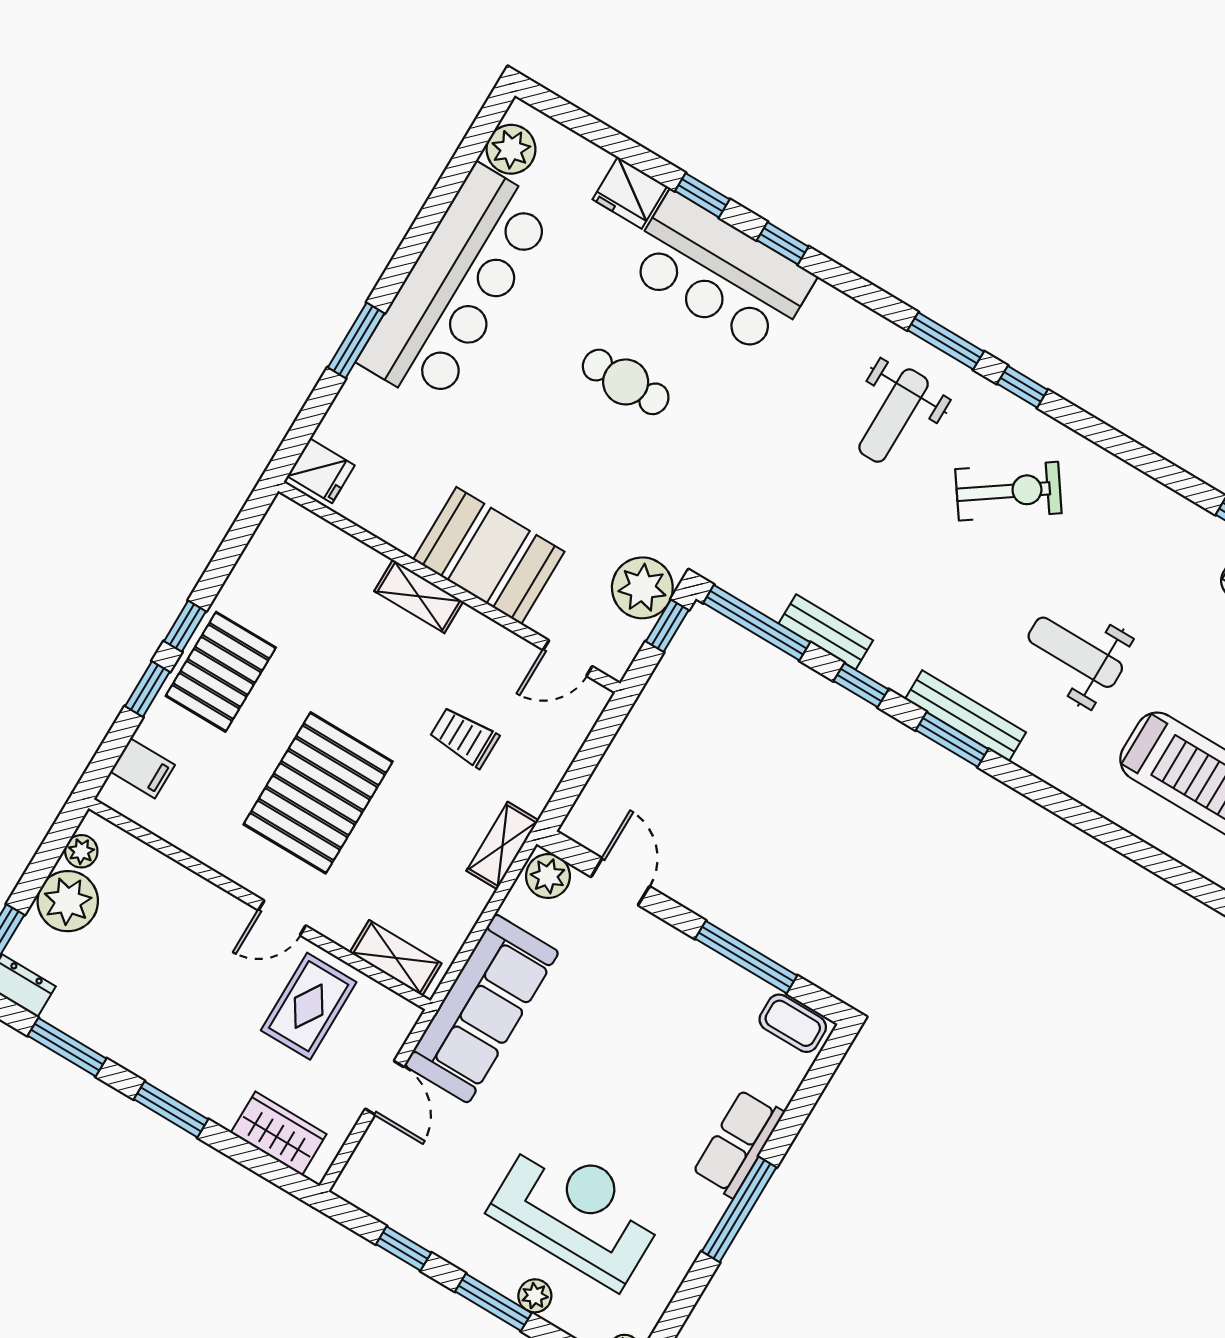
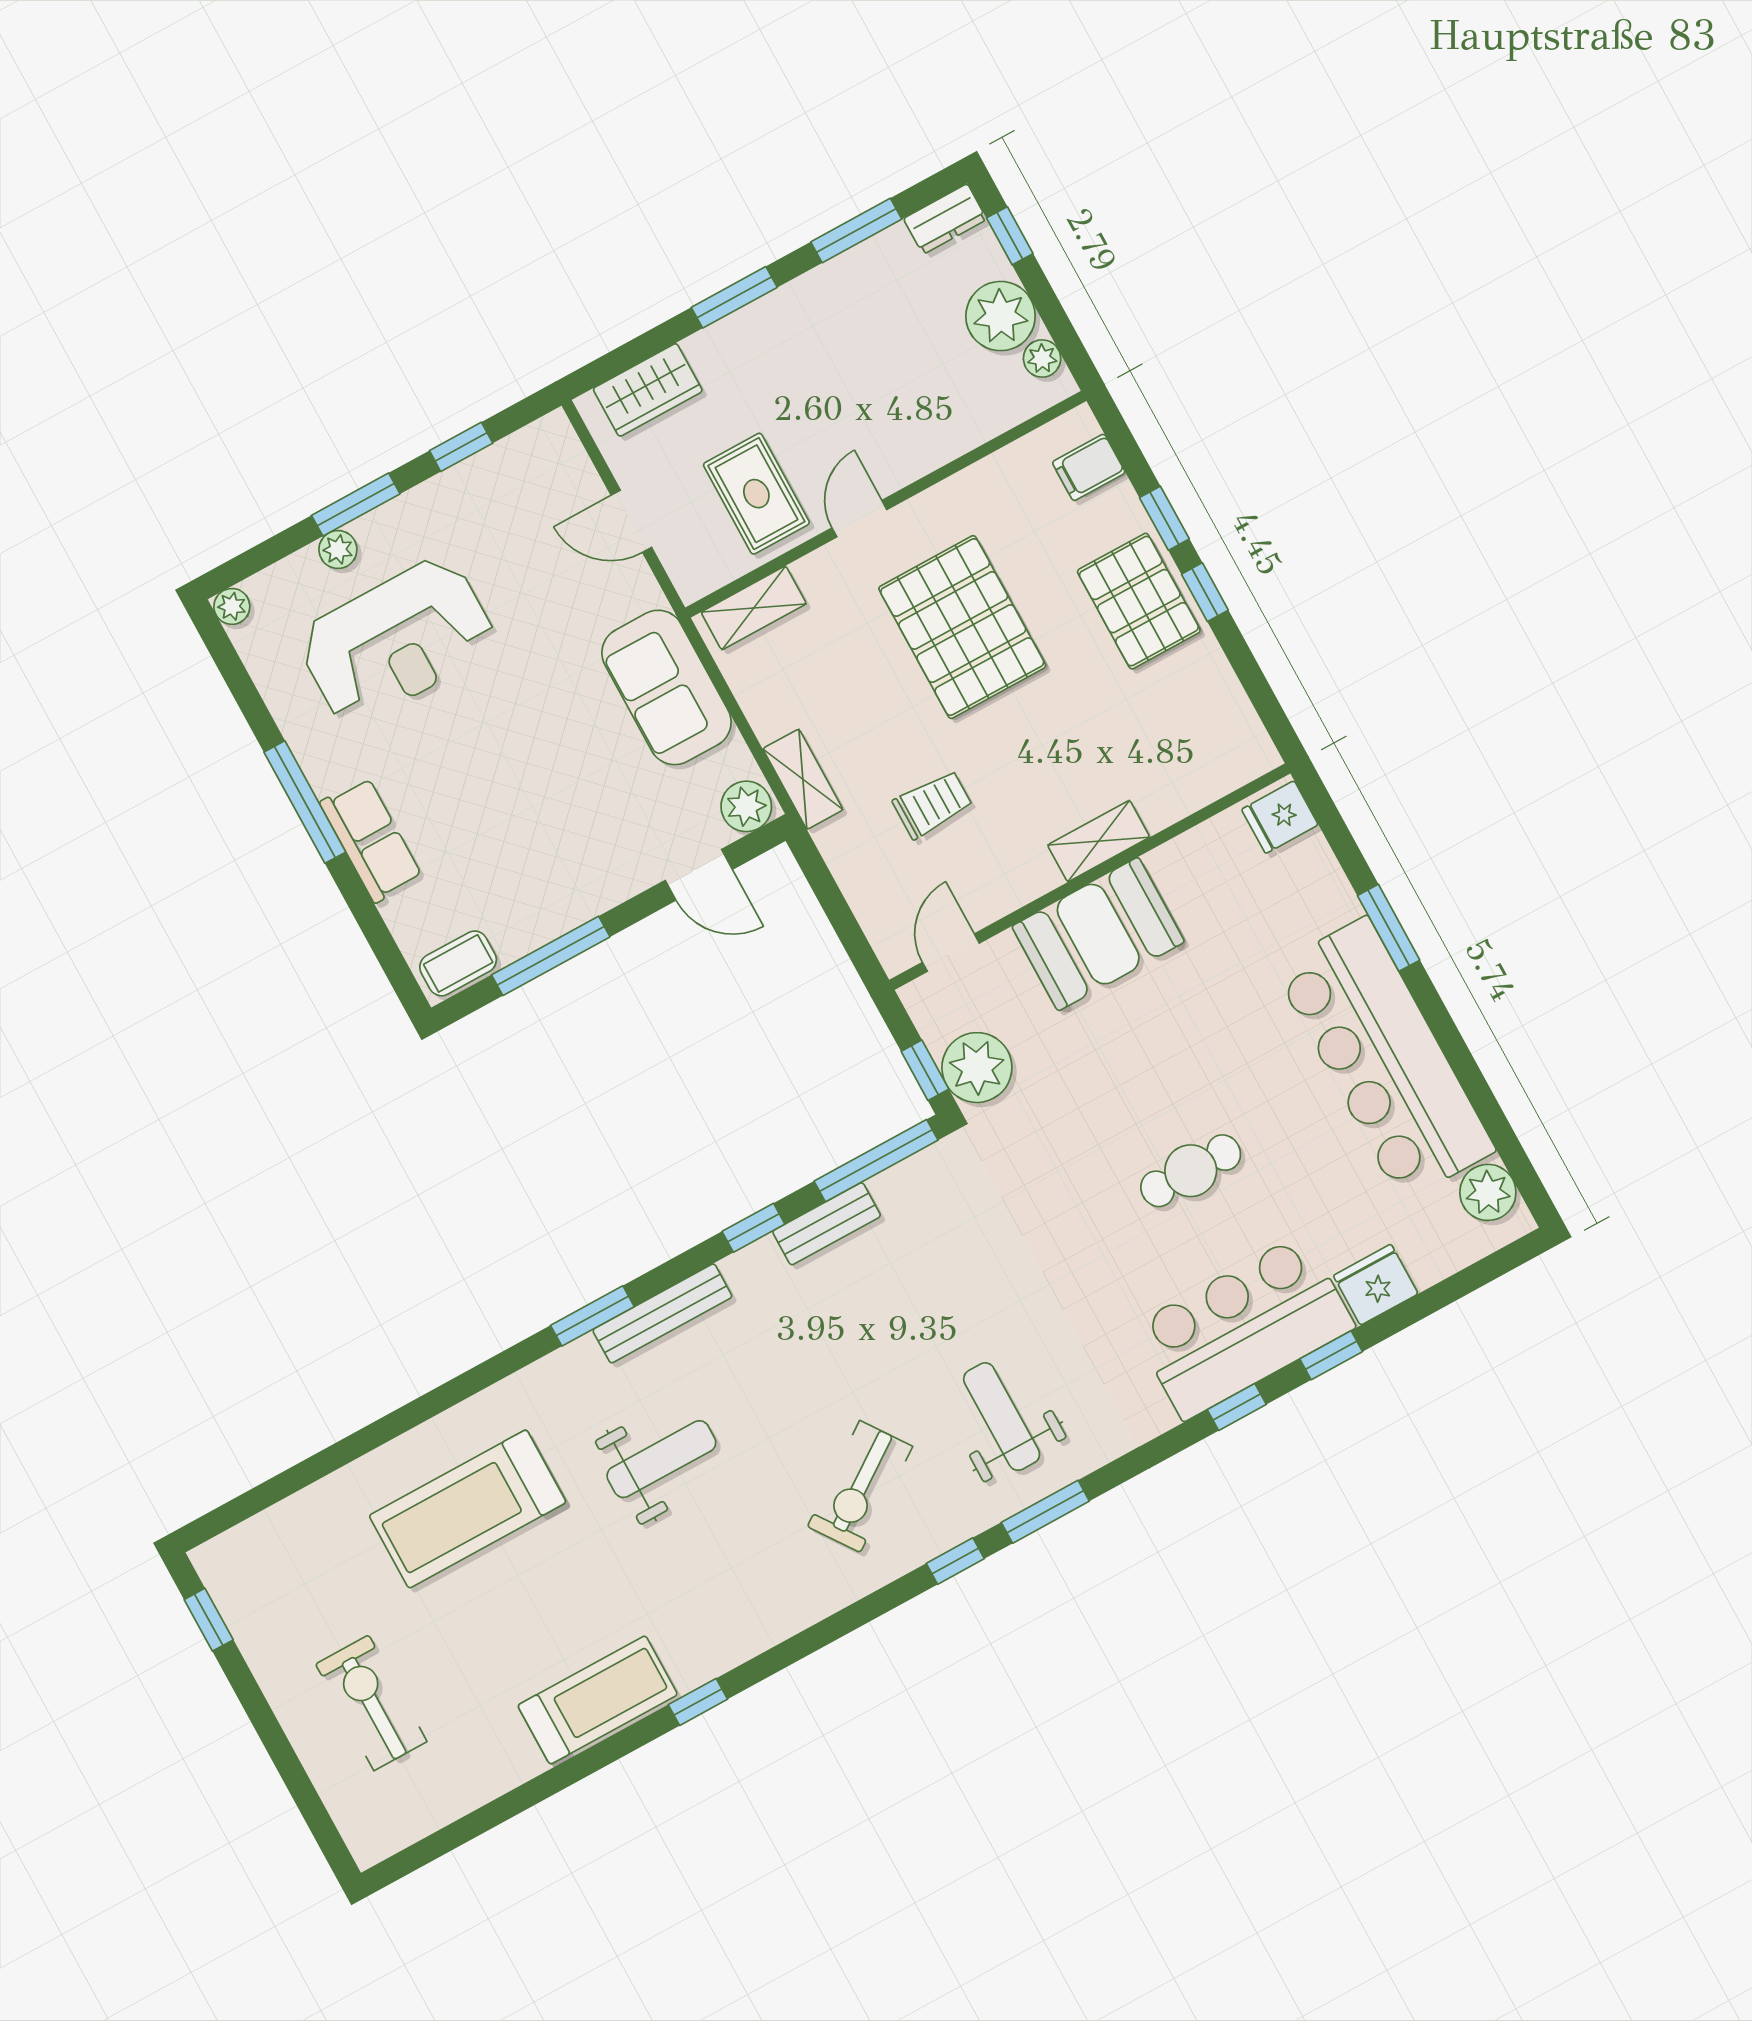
window: (952, 740) -> (592, 1316), moved
sofa: (482, 1009) -> (666, 687), width x0.73

